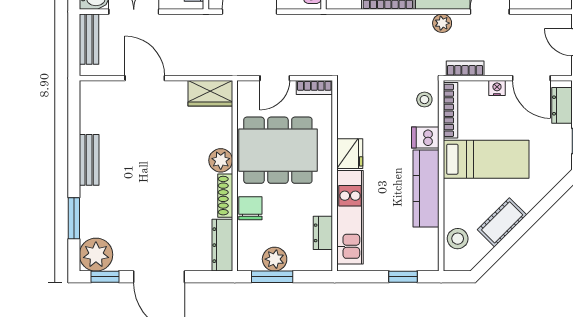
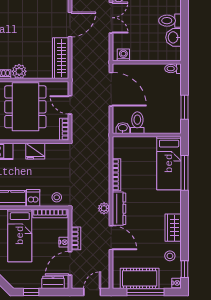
bookcase: (465, 68) -> (76, 238), moved
wardrobe: (210, 93) -> (61, 58), width x1.50
fridge: (350, 154) -> (35, 151), moved

